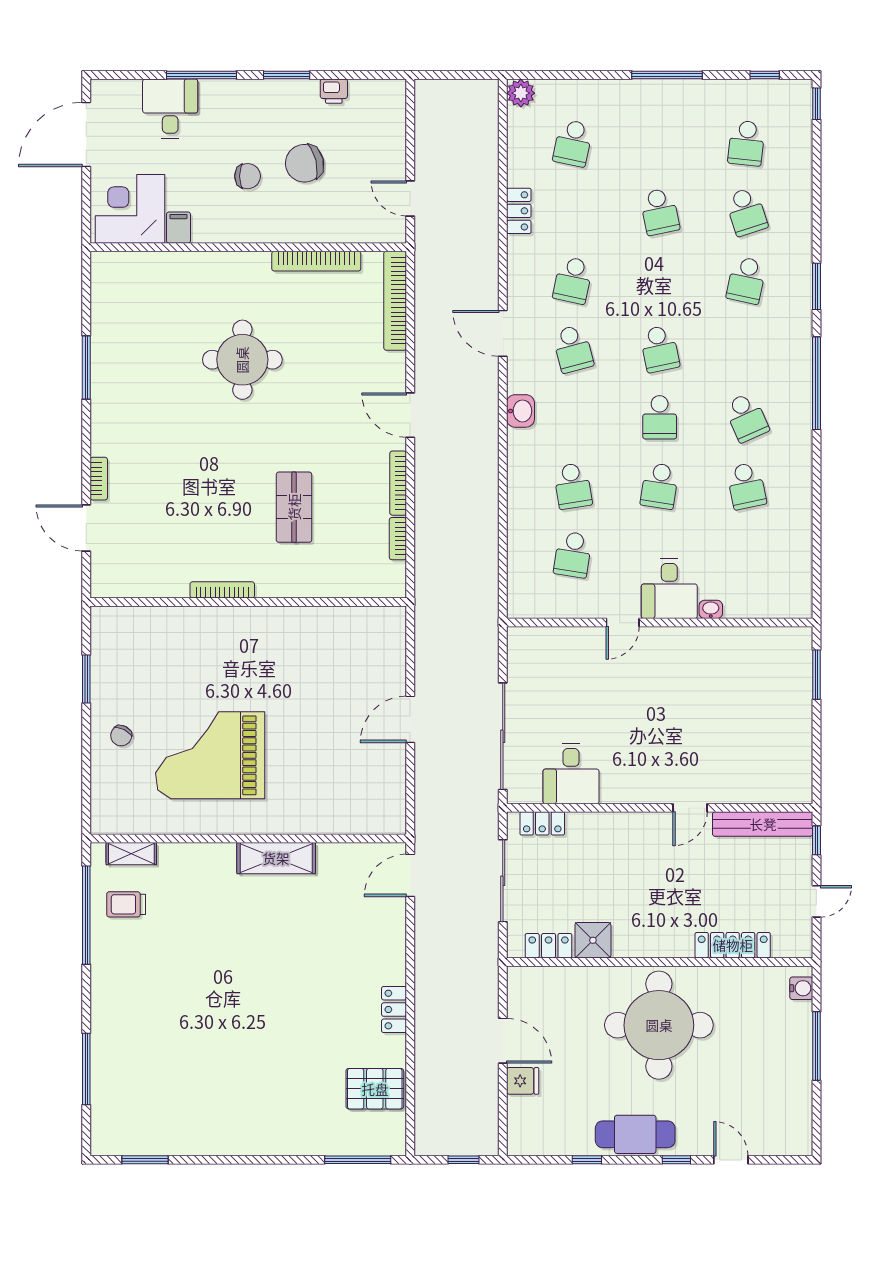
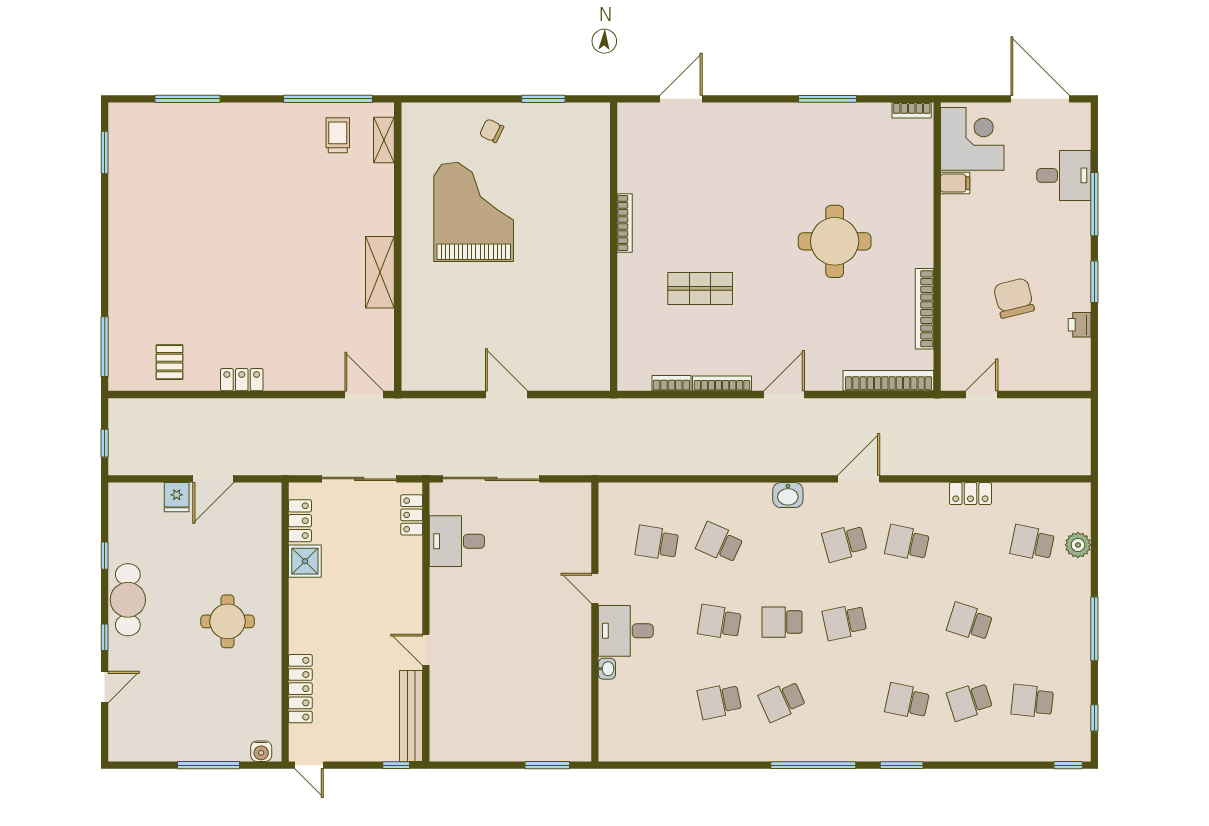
plant: (521, 93) -> (1078, 545), moved
chair: (248, 176) -> (1002, 246), removed
school desk: (660, 212) -> (970, 622), turned 30
bookcase: (99, 479) -> (912, 110), moved
school desk: (573, 486) -> (719, 543), turned 33
door: (816, 901) -> (309, 765), moved
round table: (659, 1025) -> (227, 621), width x0.54, depth x0.54
pallet: (375, 1089) -> (170, 362), width x0.67, depth x0.71

